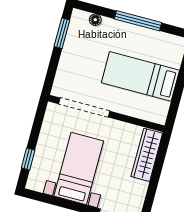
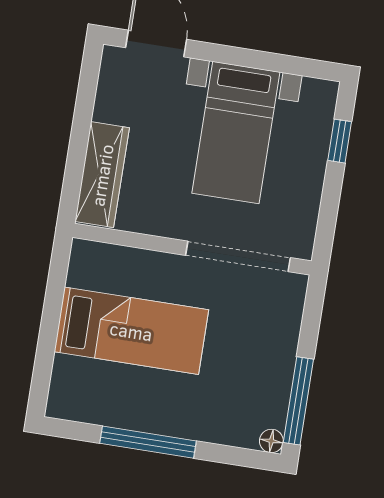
floor lamp: (95, 20) -> (271, 441), moved
window: (62, 33) -> (298, 401), width x1.44

